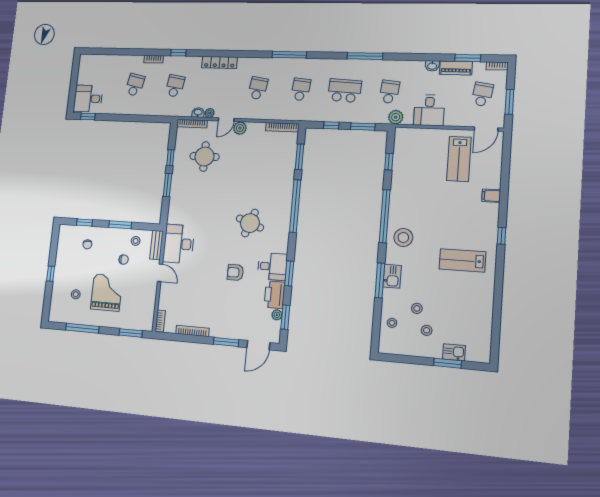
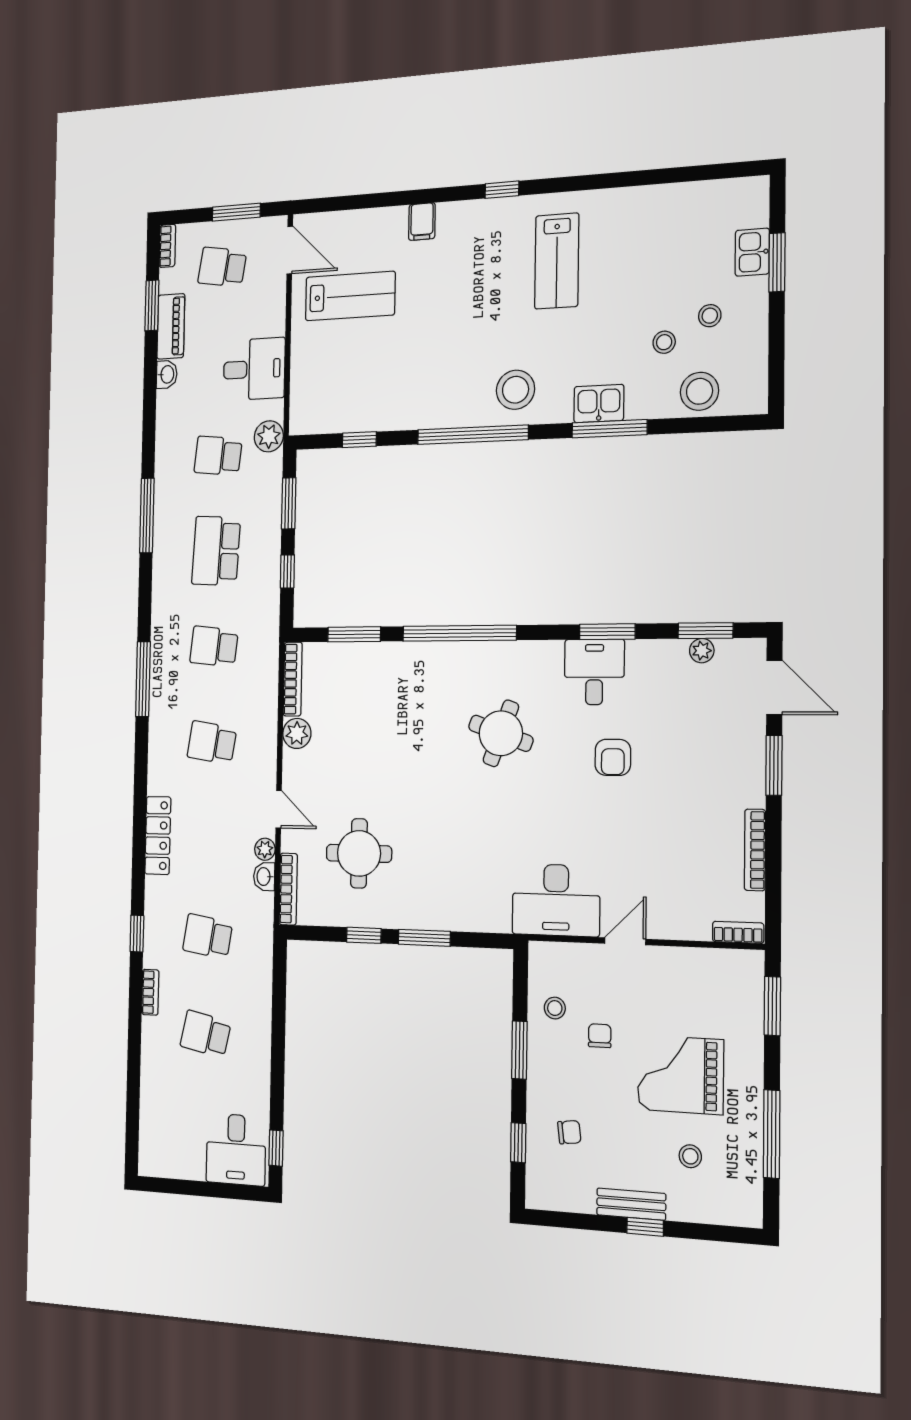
plant: (240, 128) -> (297, 733), moved
bench: (156, 245) -> (631, 1204), moved
printer: (275, 295) -> (657, 661), removed
stool: (392, 323) -> (699, 391), width x1.89, depth x1.89

